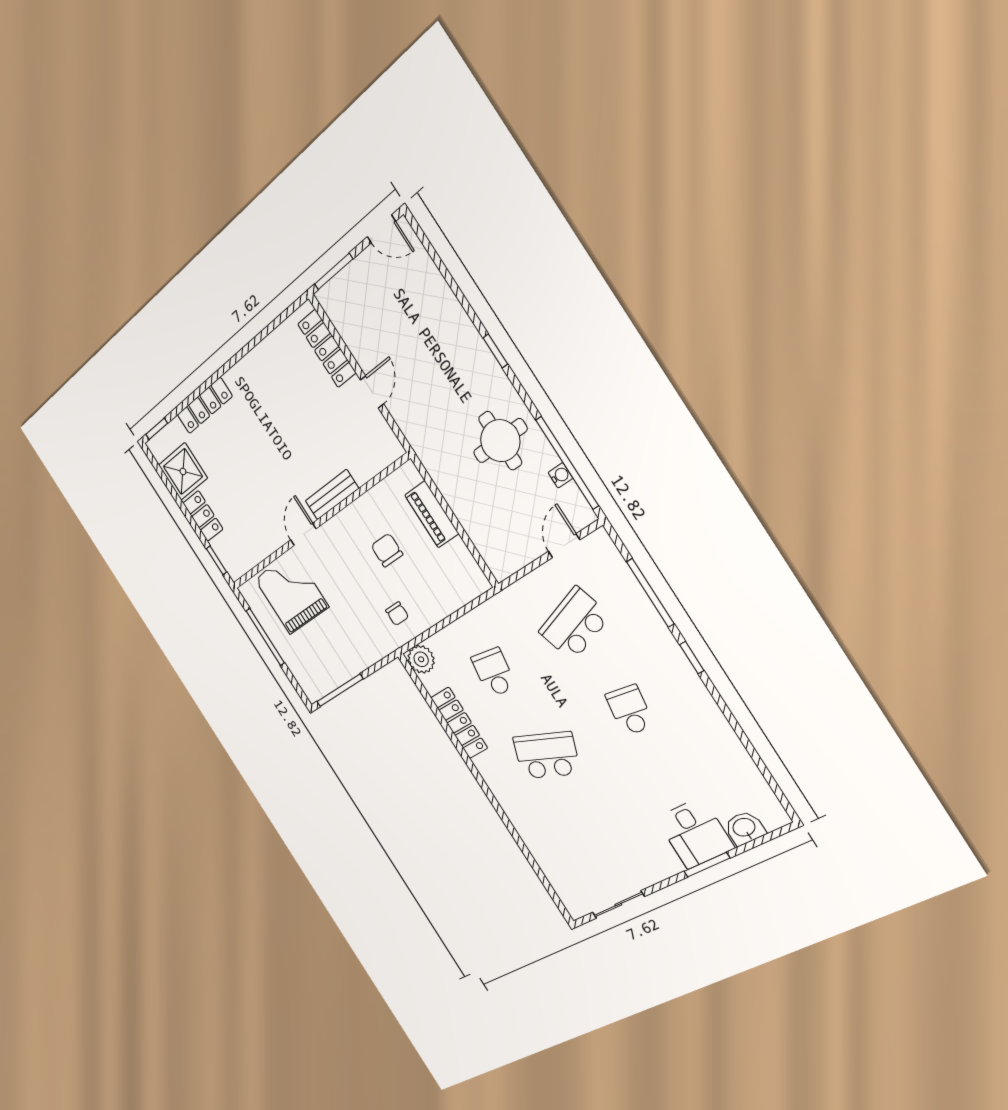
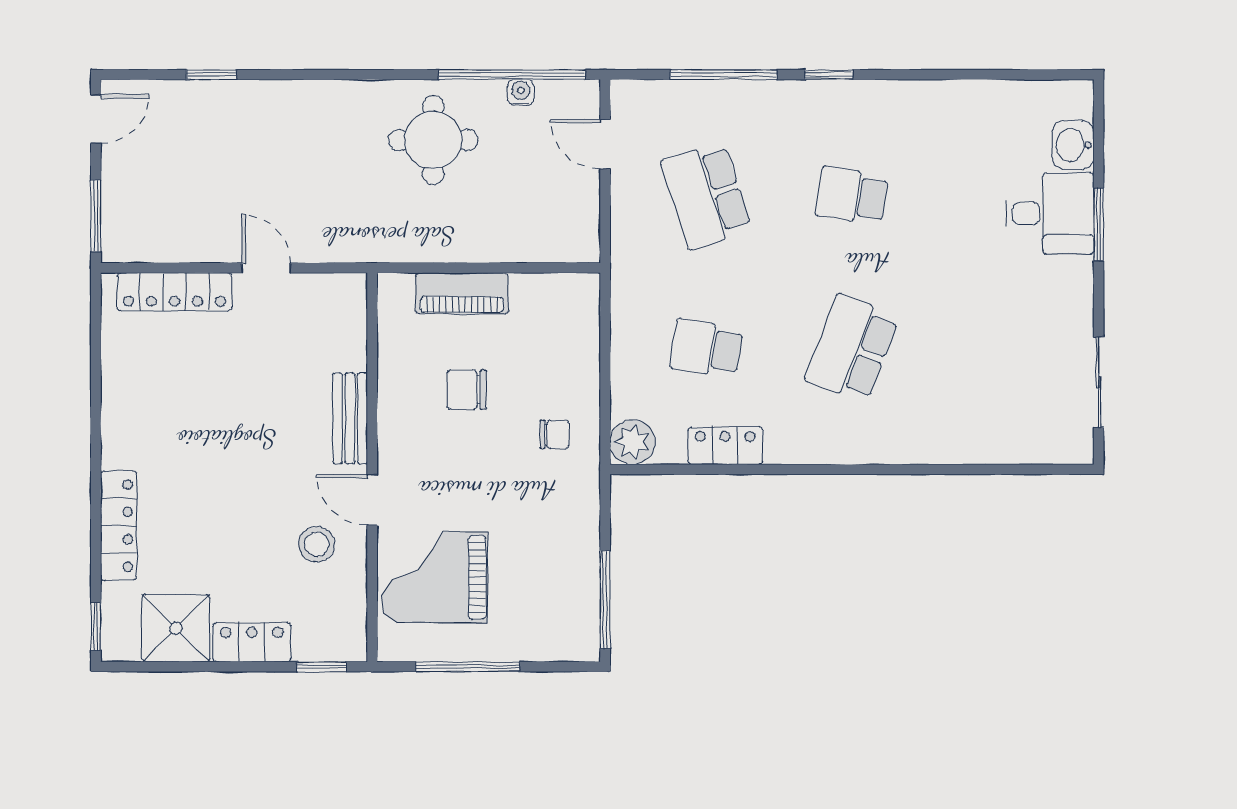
window: (495, 351) -> (211, 75), moved
stool: (265, 519) -> (317, 544), added
locker: (459, 723) -> (725, 446), width x0.66

